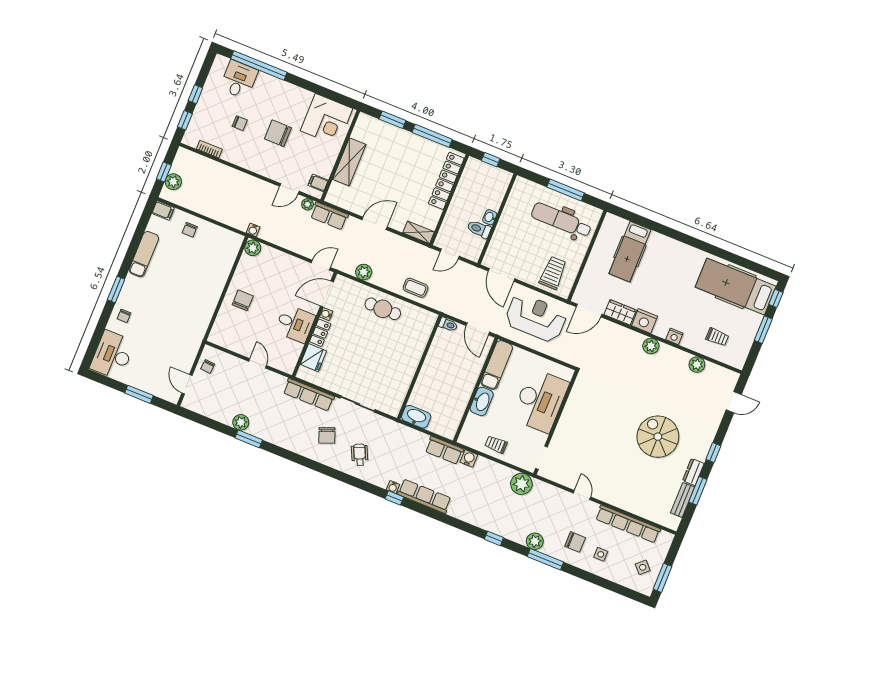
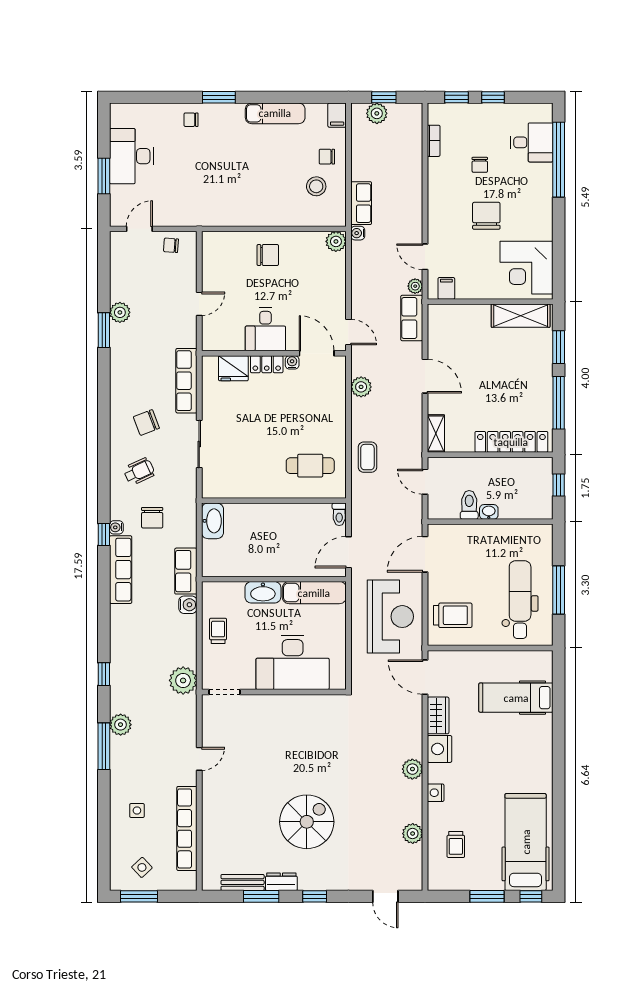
shelving: (349, 162) -> (521, 316), moved
row of seats: (233, 219) -> (361, 203), added
stool: (208, 246) -> (316, 186), added
cafe table: (383, 309) -> (310, 466), moved, turned 90
desk: (112, 355) -> (131, 156), moved, turned -90
chair: (575, 542) -> (152, 518), moved

